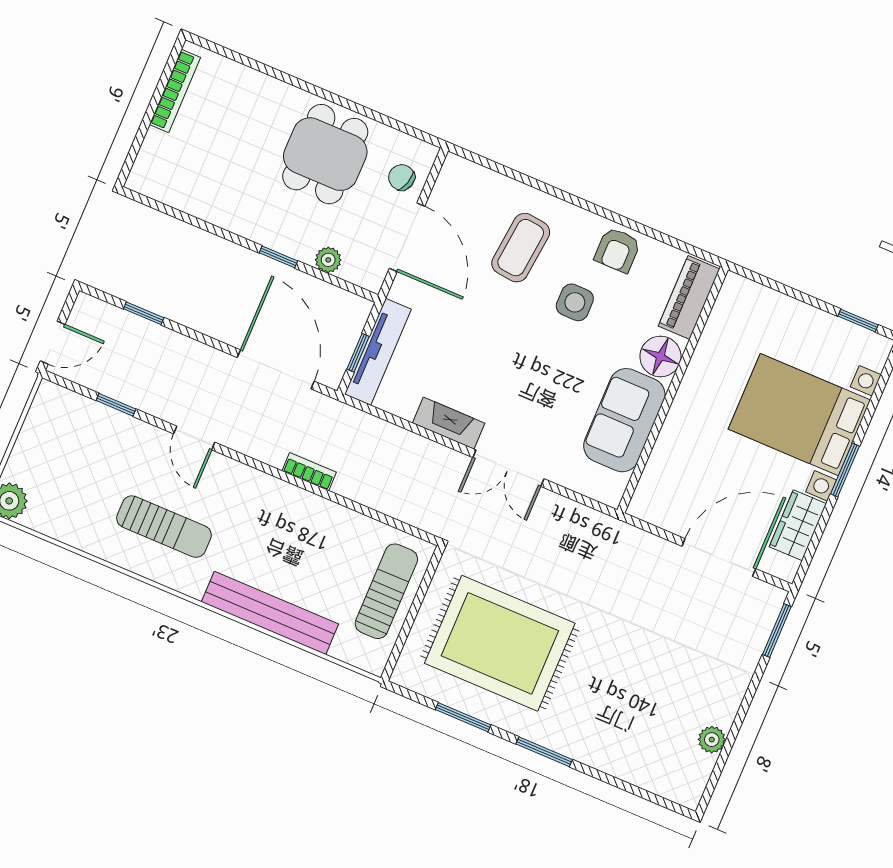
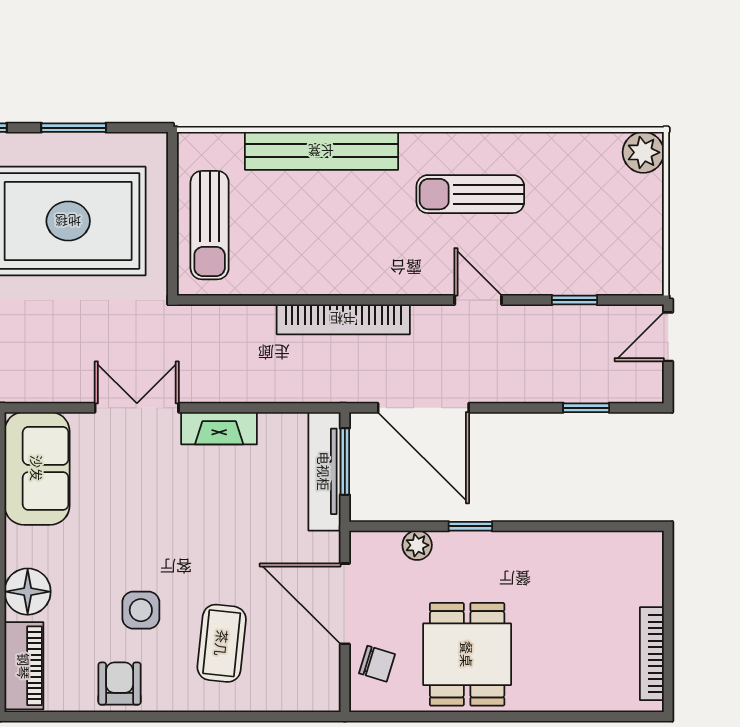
window: (358, 353) -> (345, 461), width x1.50
sofa: (624, 420) -> (37, 468), moved
bookcase: (309, 472) -> (343, 319), width x2.31, depth x1.31

